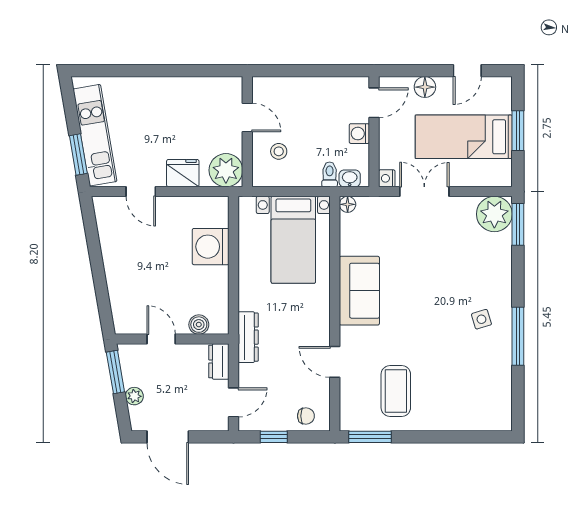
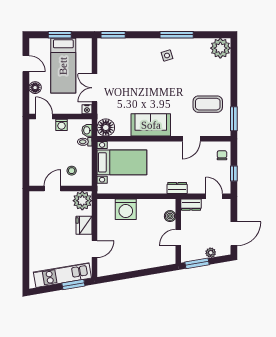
floor lamp: (348, 204) -> (106, 127), width x1.89, depth x1.89
plant: (494, 214) -> (220, 48), moved
dresser: (248, 337) -> (177, 188), width x0.70

